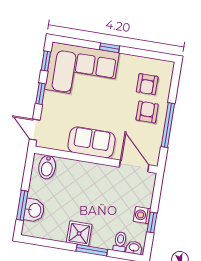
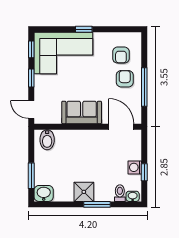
washbasin: (34, 210) -> (44, 193), moved, turned -90

